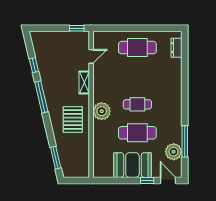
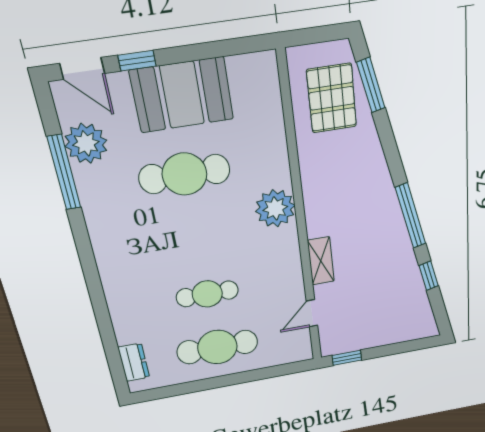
cafe table: (137, 104) -> (207, 294), moved
pallet: (73, 120) -> (332, 98), moved

